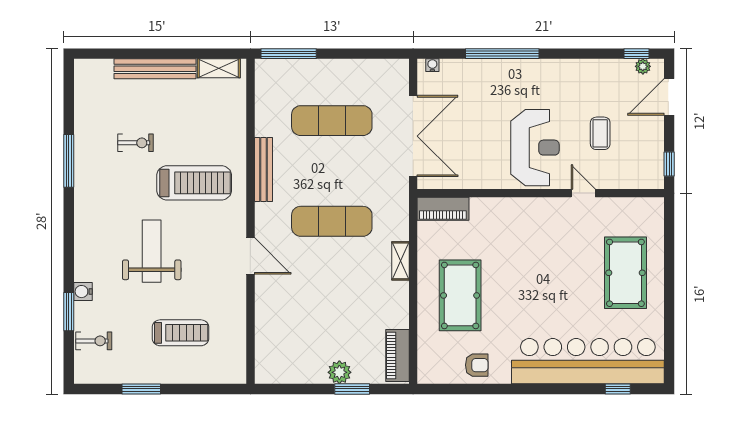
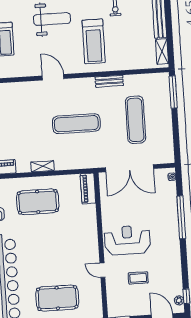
reception desk: (535, 148) -> (127, 240), turned 180
bench: (263, 169) -> (109, 81), width x0.73
door: (583, 193) -> (102, 270), swing flipped
exercise mat: (332, 221) -> (76, 124), turned 90
door: (250, 256) -> (53, 77), swing flipped
shelving: (400, 261) -> (43, 166), moved

